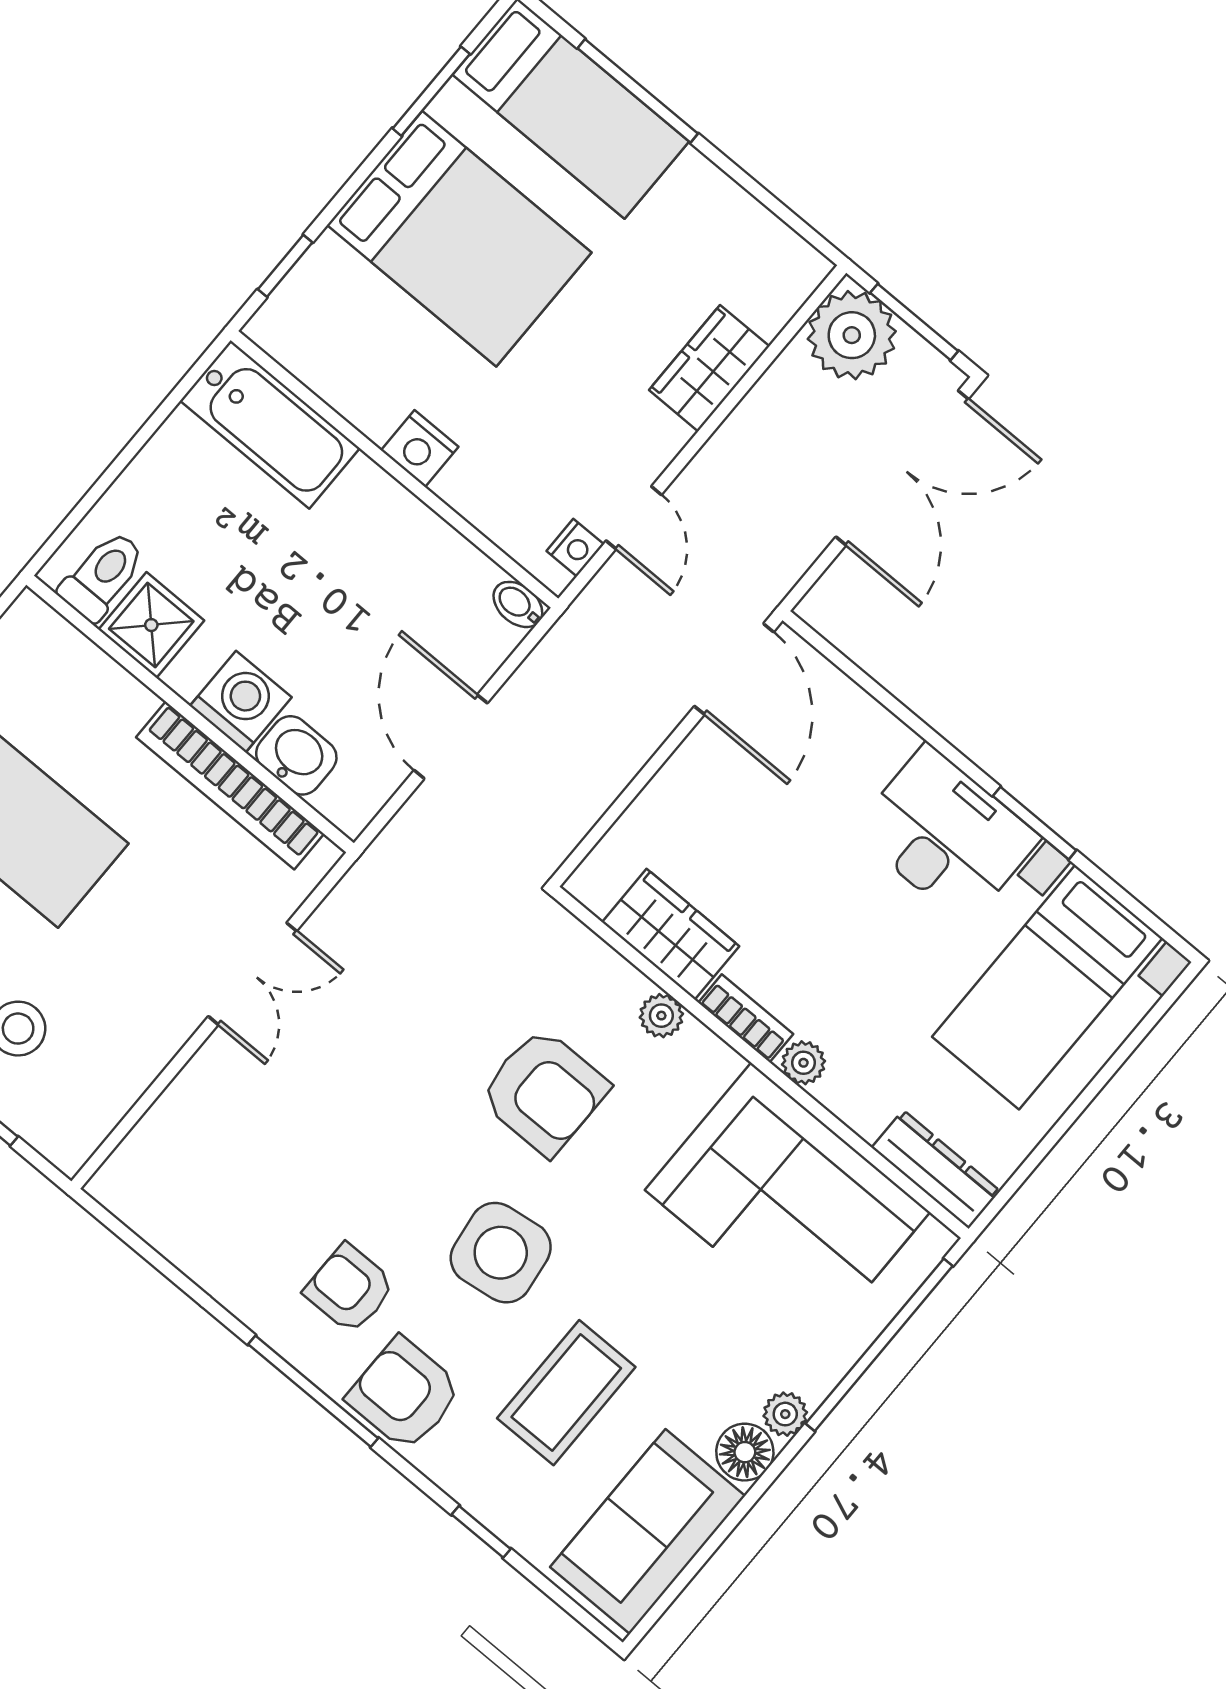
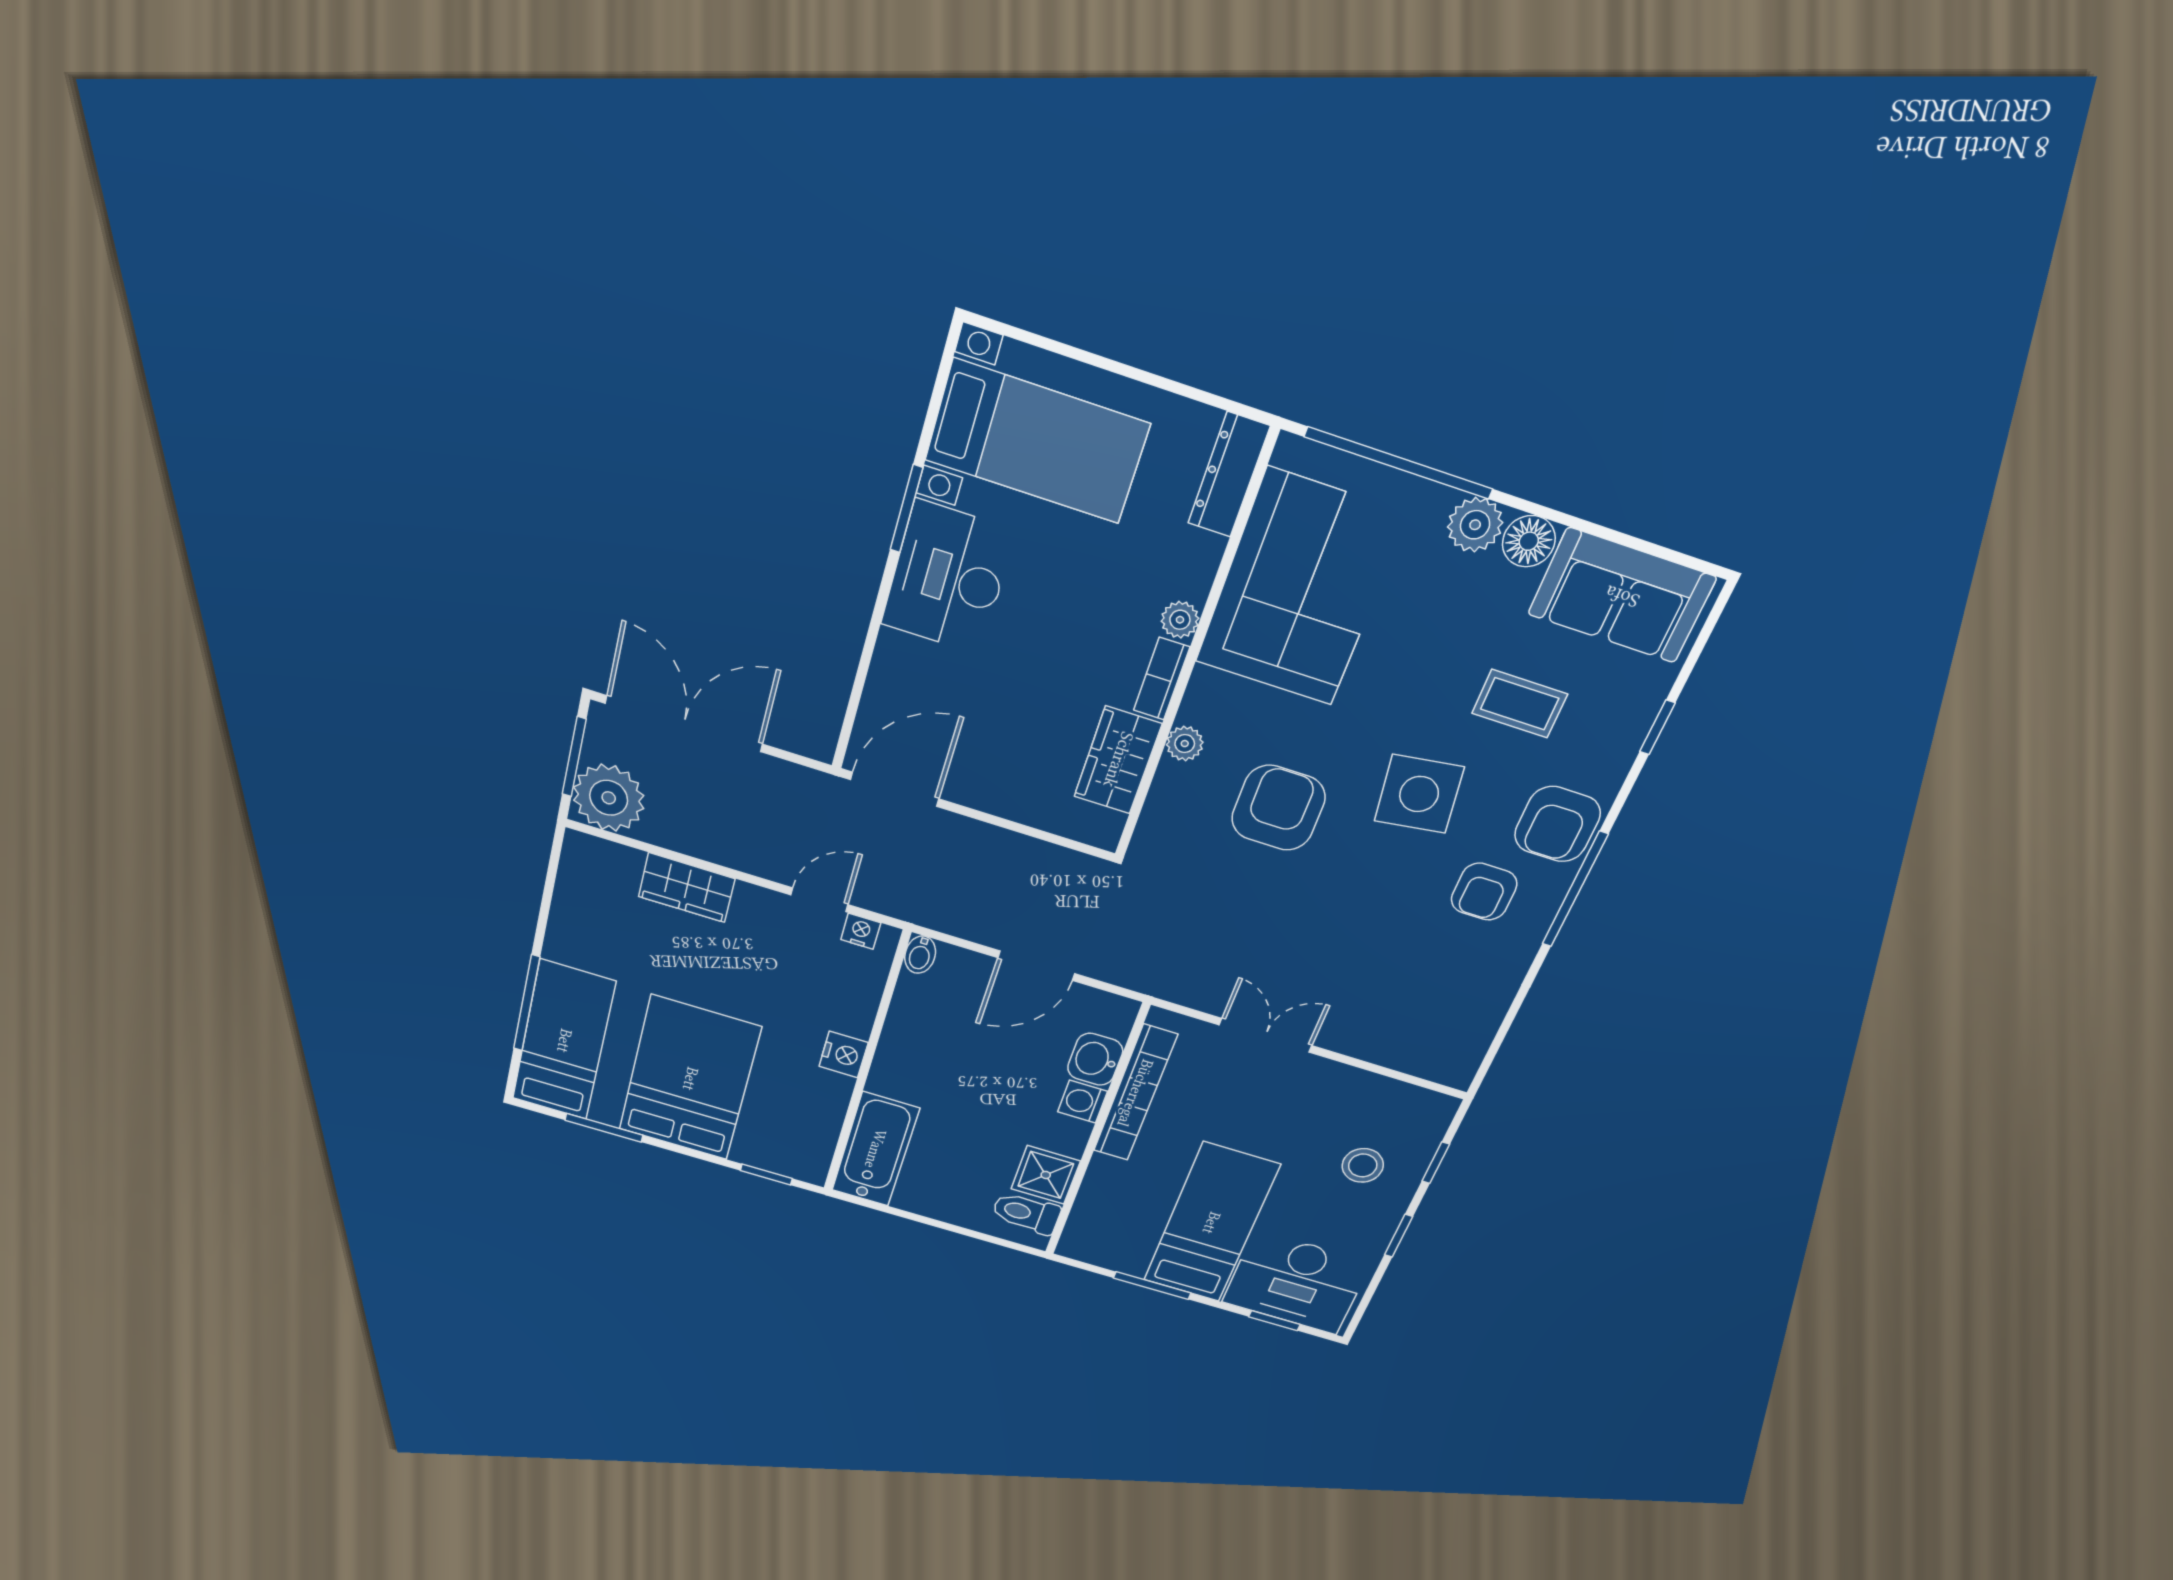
washing machine: (241, 702) -> (1083, 1102), width x0.73, depth x0.73
coffee table: (566, 1393) -> (1520, 704), width x0.73, depth x0.77
plant: (785, 1414) -> (1475, 525), width x1.38, depth x1.38

